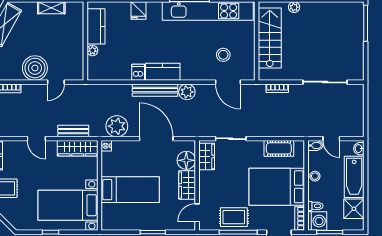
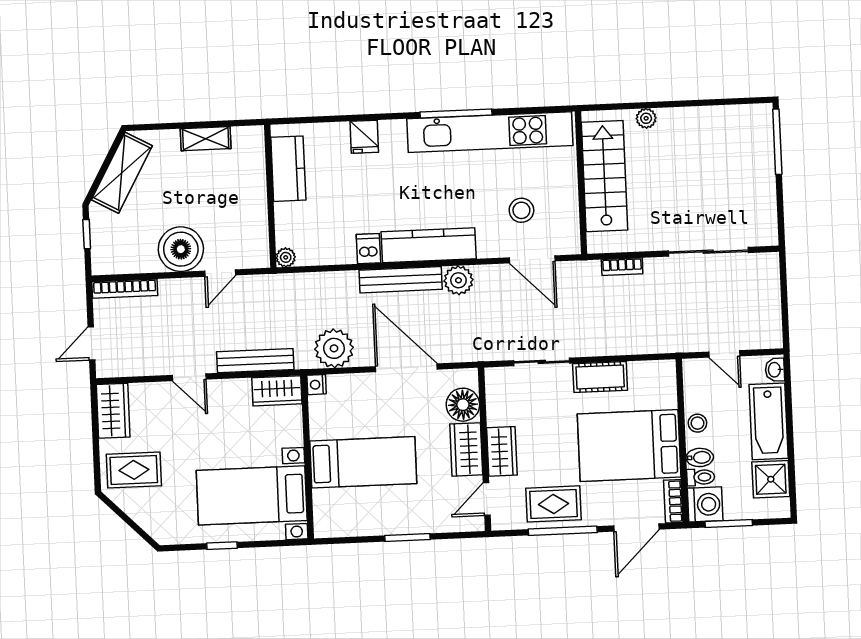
plant: (92, 50) -> (286, 257), moved
kitchen counter: (163, 72) -> (429, 245), width x1.50
bench: (73, 131) -> (255, 361), width x1.36
bidet: (315, 145) -> (700, 457), moved
wardrobe: (78, 148) -> (277, 391), width x0.67
cot: (279, 148) -> (600, 377), moved
wardrobe: (207, 157) -> (502, 451), moved

